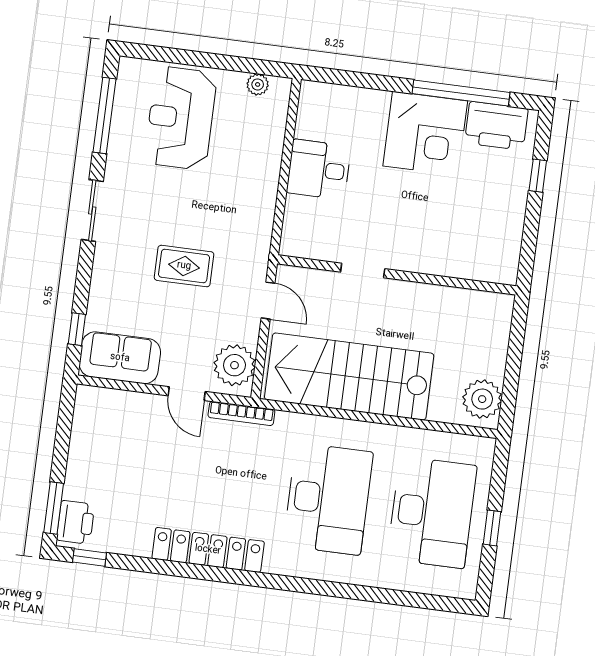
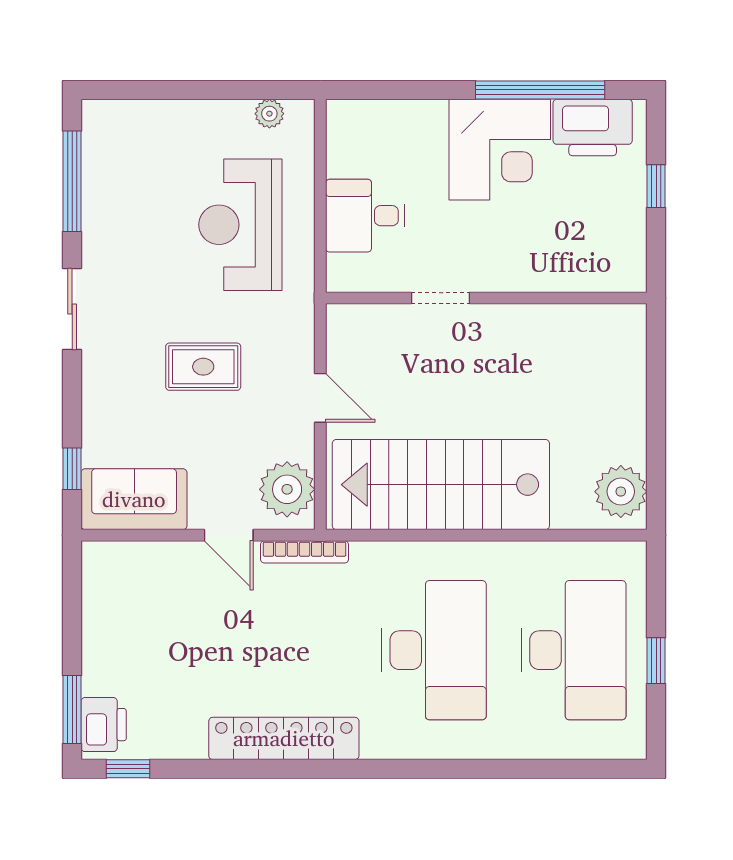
reception desk: (181, 118) -> (240, 225), moved
doorway: (363, 270) -> (440, 298), moved
wall: (397, 275) -> (486, 298), moved

